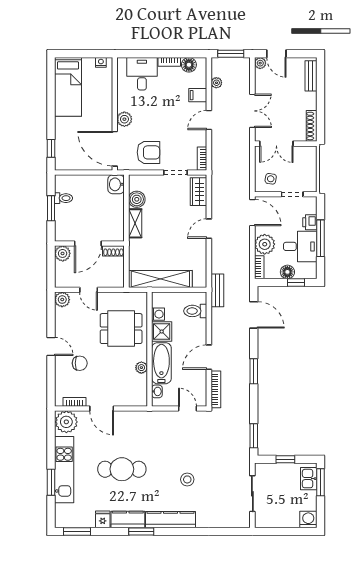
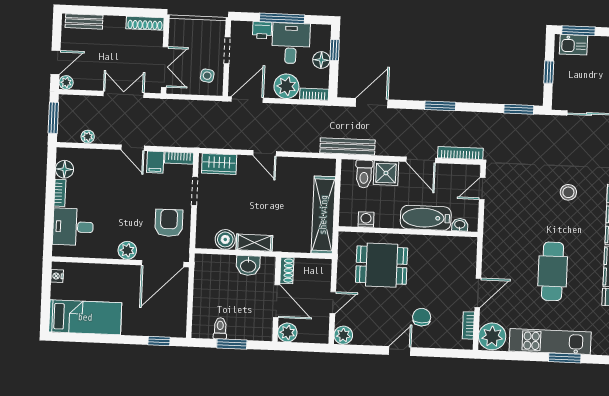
filing cabinet: (198, 95) -> (155, 162), moved
washbasin: (116, 184) -> (248, 266), moved
bench: (217, 290) -> (347, 146), width x1.36
dining table: (121, 329) -> (382, 265), turned 90
shower: (162, 331) -> (386, 173), moved
plant: (141, 368) -> (430, 242), removed

